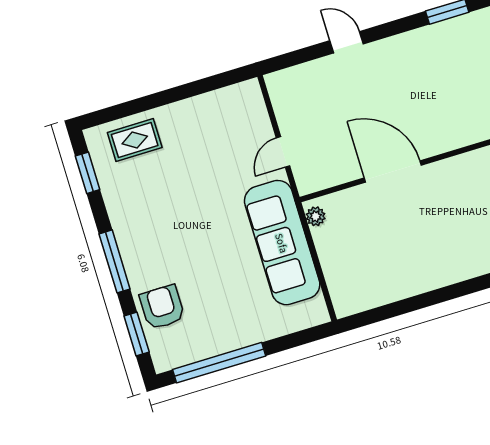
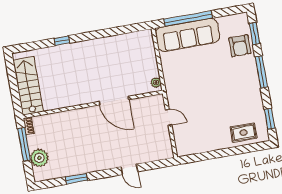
door: (283, 152) -> (169, 117), hinge flipped
sofa: (282, 243) -> (188, 35), moved, turned 90
window: (219, 363) -> (188, 18), moved

